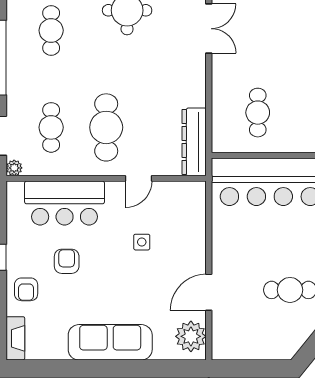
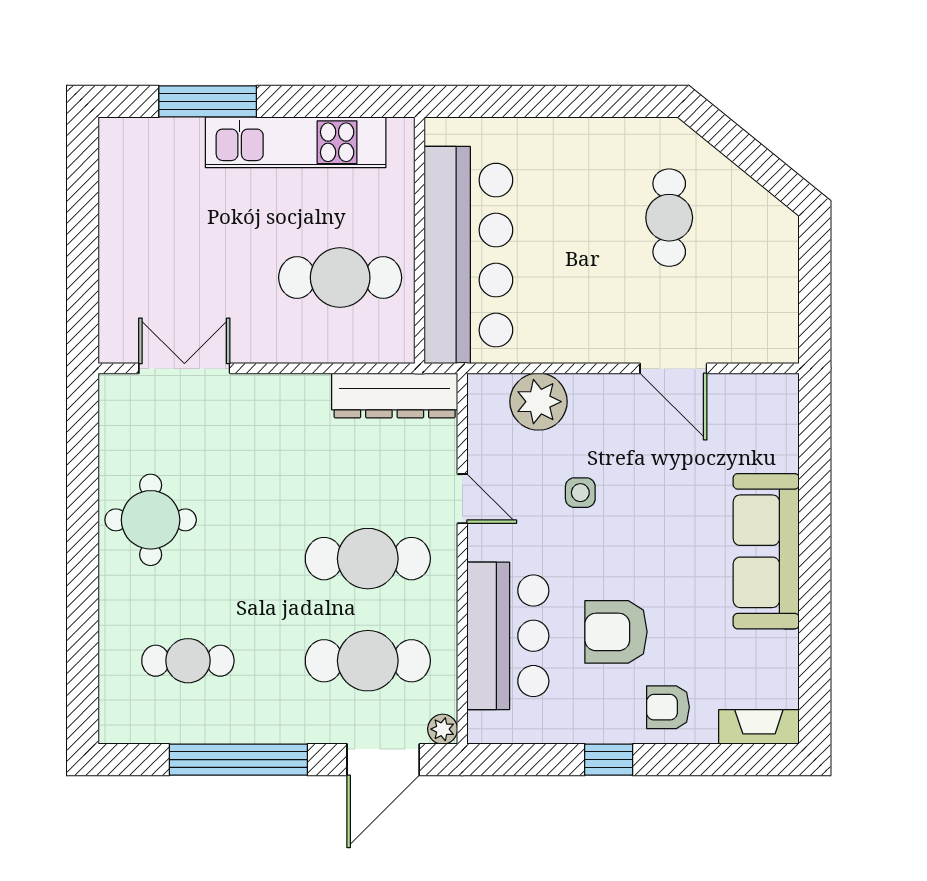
cafe table: (258, 113) -> (340, 278), width x1.37, depth x1.35
cafe table: (51, 127) -> (368, 661), width x1.37, depth x1.35
armchair: (67, 261) -> (616, 632), width x1.38, depth x1.38
armchair: (26, 289) -> (668, 707), turned 180
plant: (191, 336) -> (538, 402), moved

